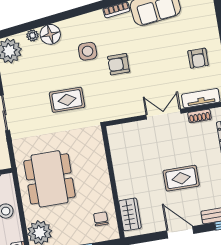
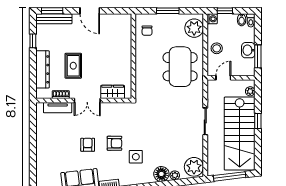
armchair: (198, 58) -> (88, 145), moved
rug: (67, 100) -> (157, 123), removed
rug: (181, 178) -> (73, 66), moved, turned 90
wardrobe: (130, 214) -> (113, 92), moved, turned 90

